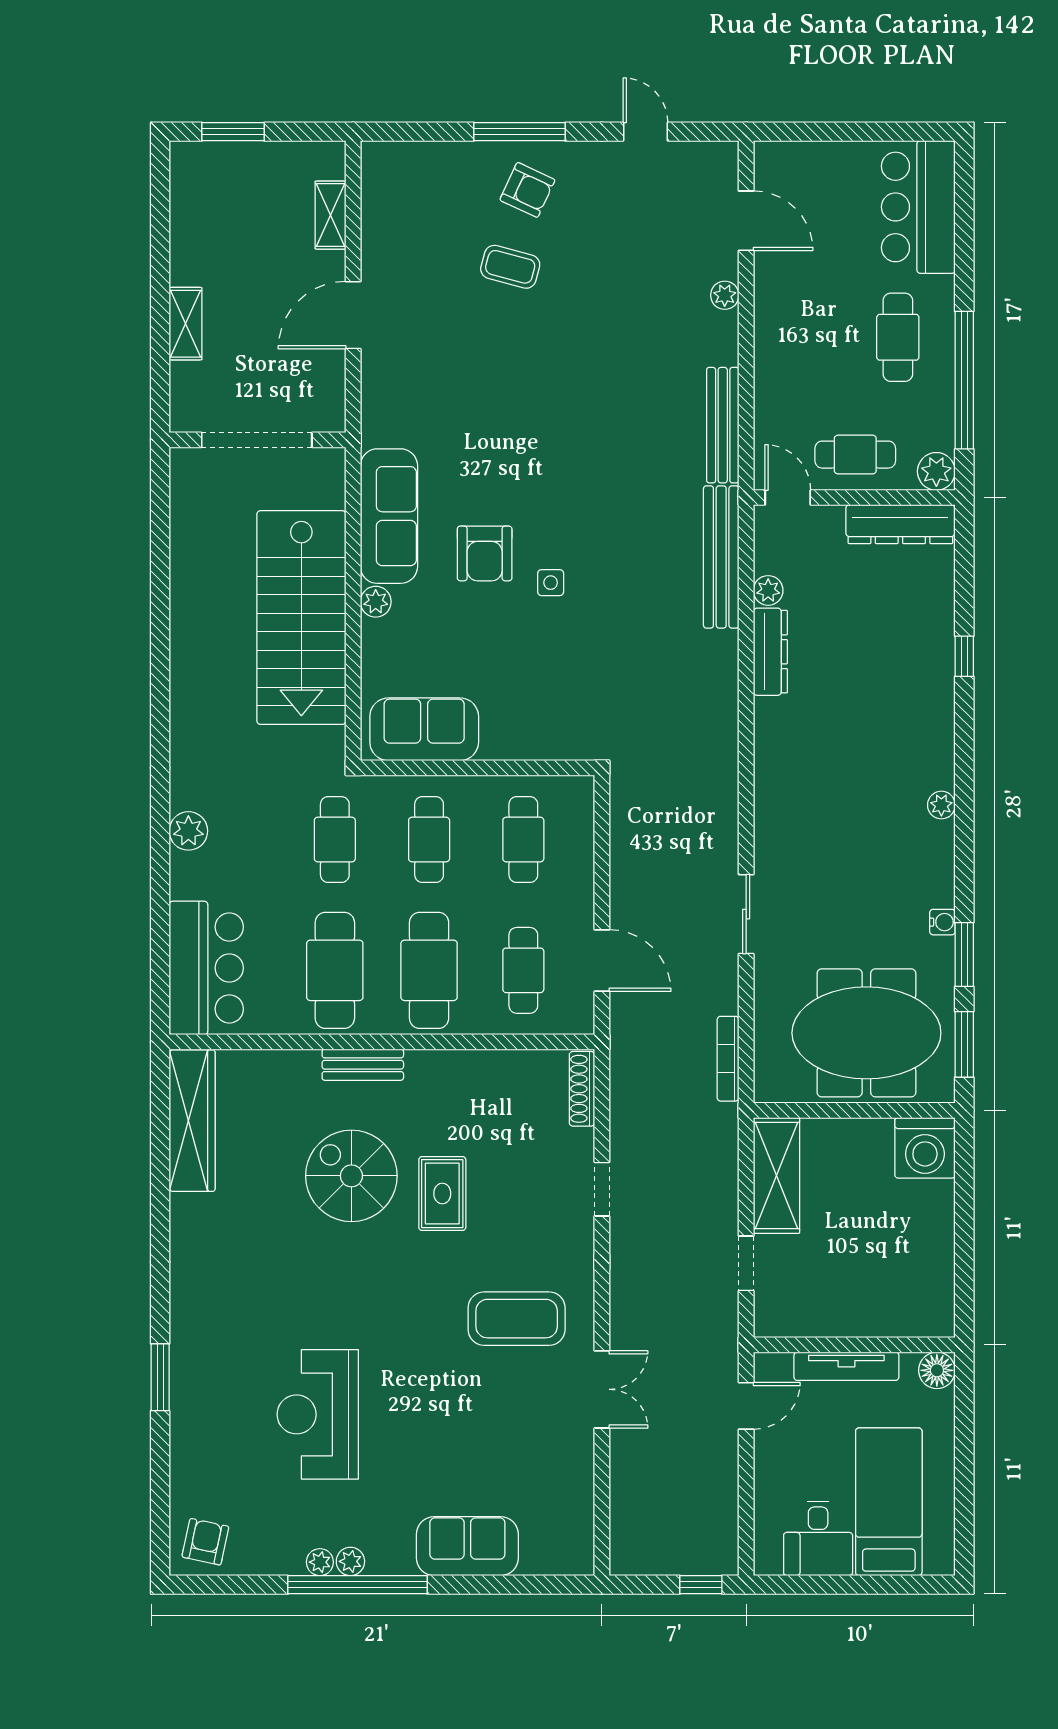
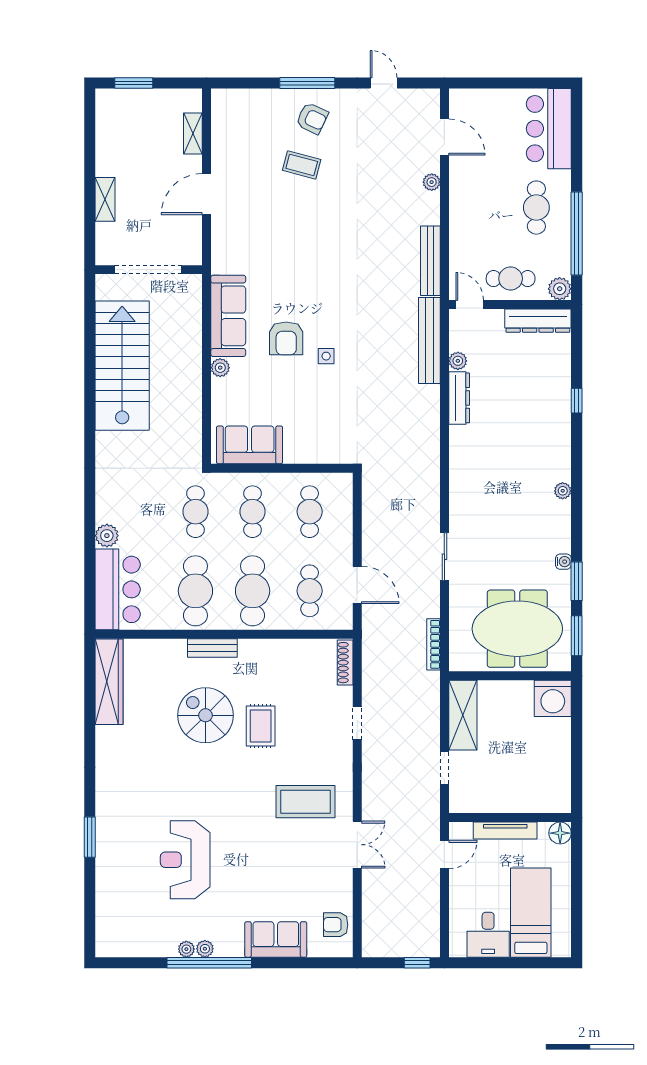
stairs: (301, 618) -> (122, 366), moved, turned 180
plant: (188, 831) -> (107, 536), moved
armchair: (205, 1542) -> (336, 925), moved, turned -102

